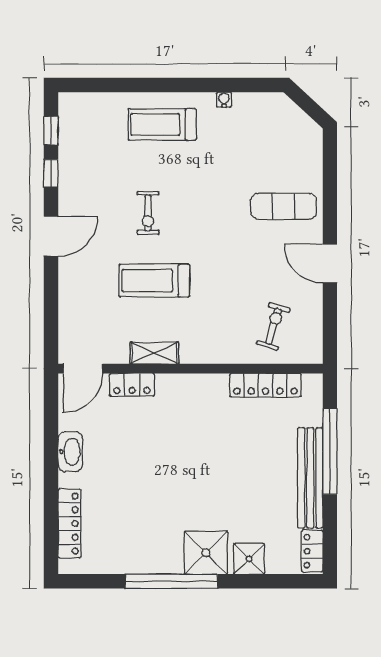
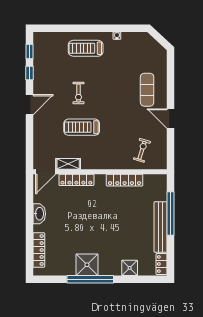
exercise mat: (284, 206) -> (147, 90), turned 90
shelving: (154, 353) -> (68, 164), moved
locker: (132, 385) -> (76, 180), width x1.53
locker: (266, 385) -> (125, 180), moved
shower: (206, 553) -> (87, 265), moved

